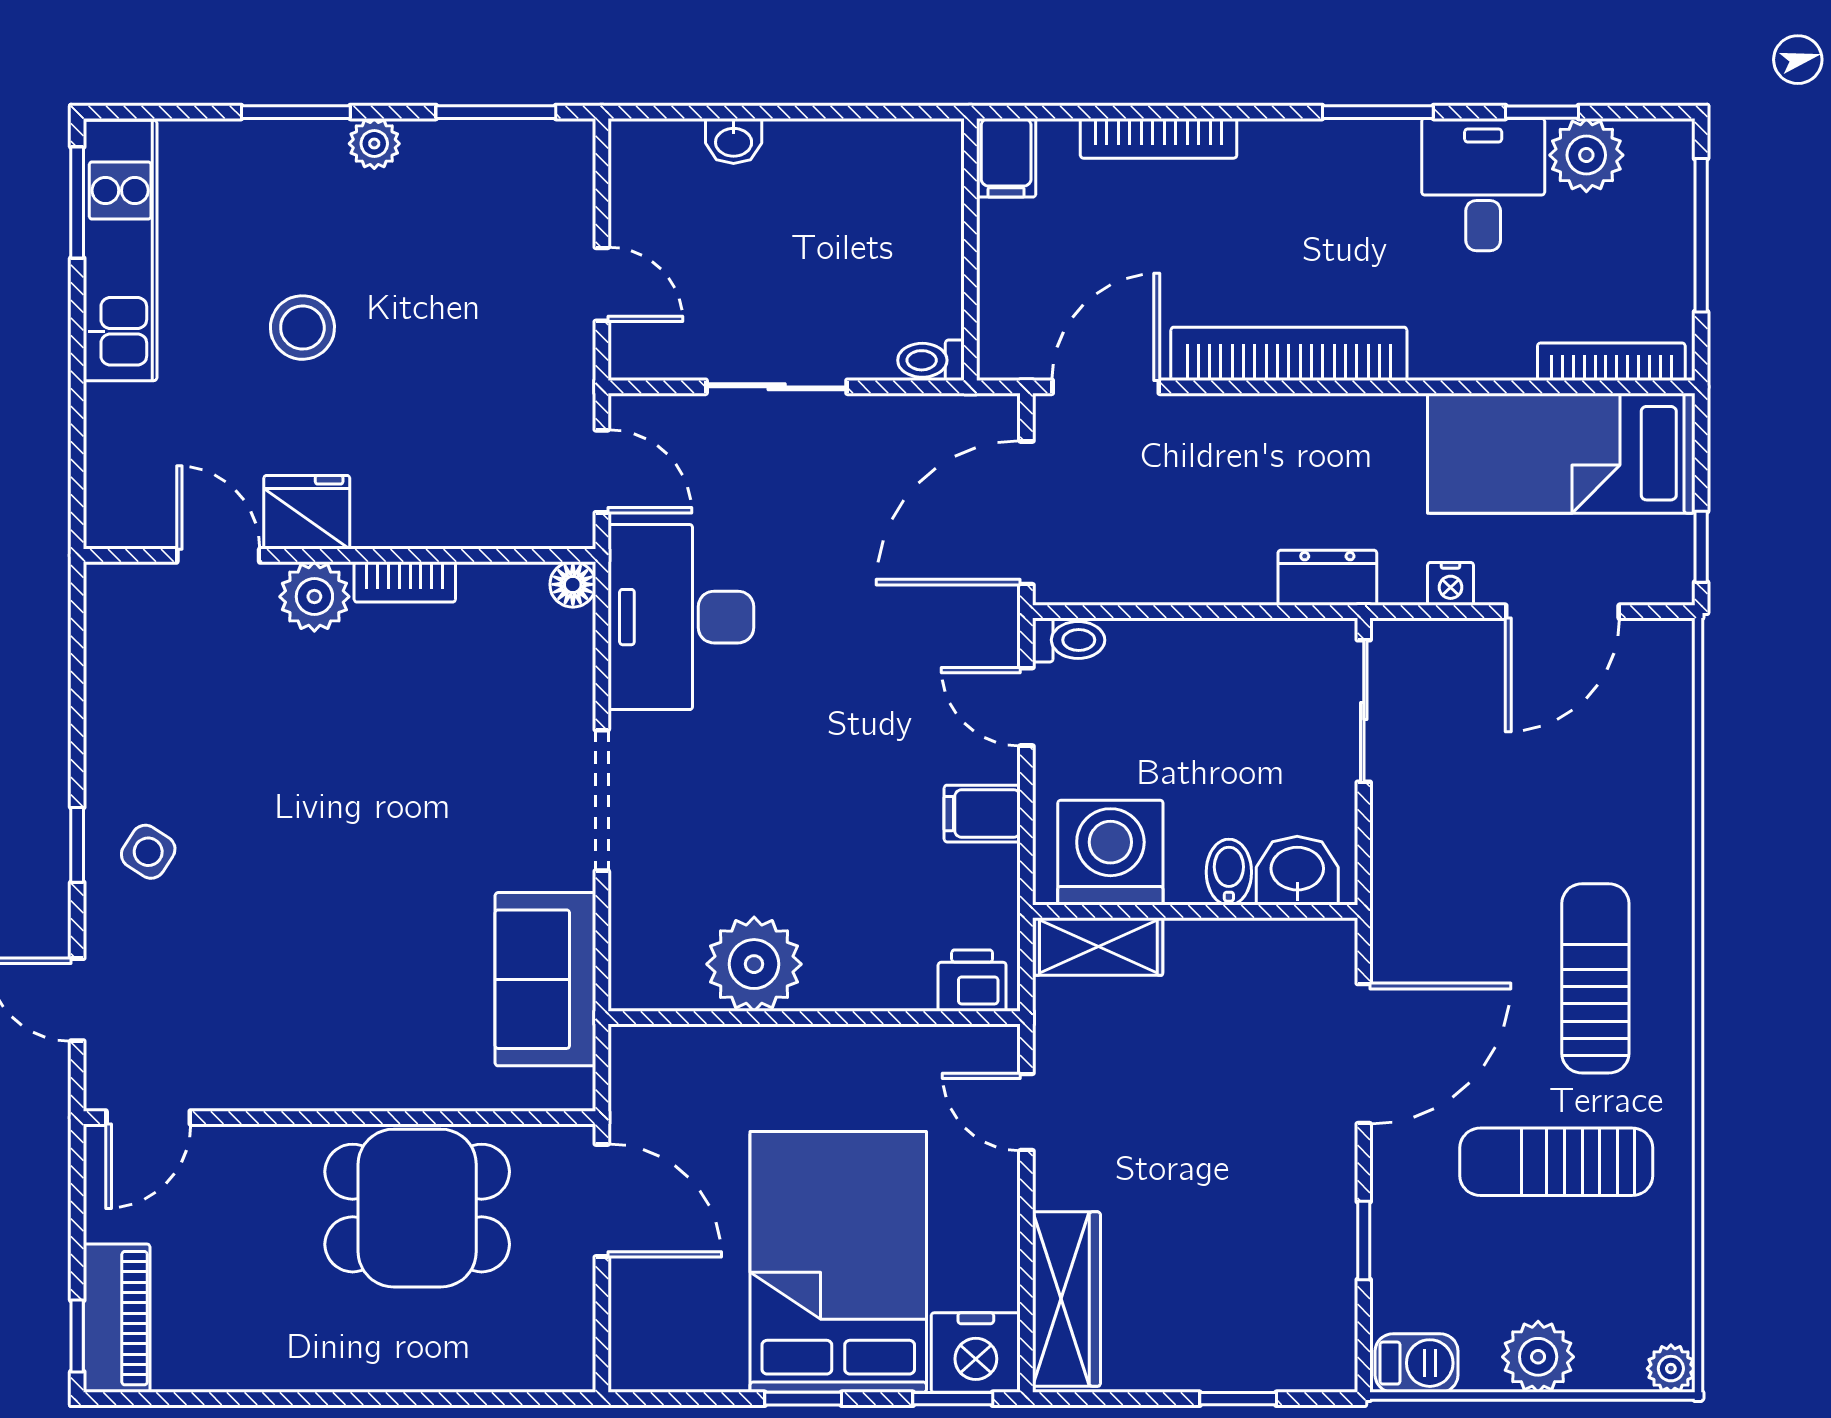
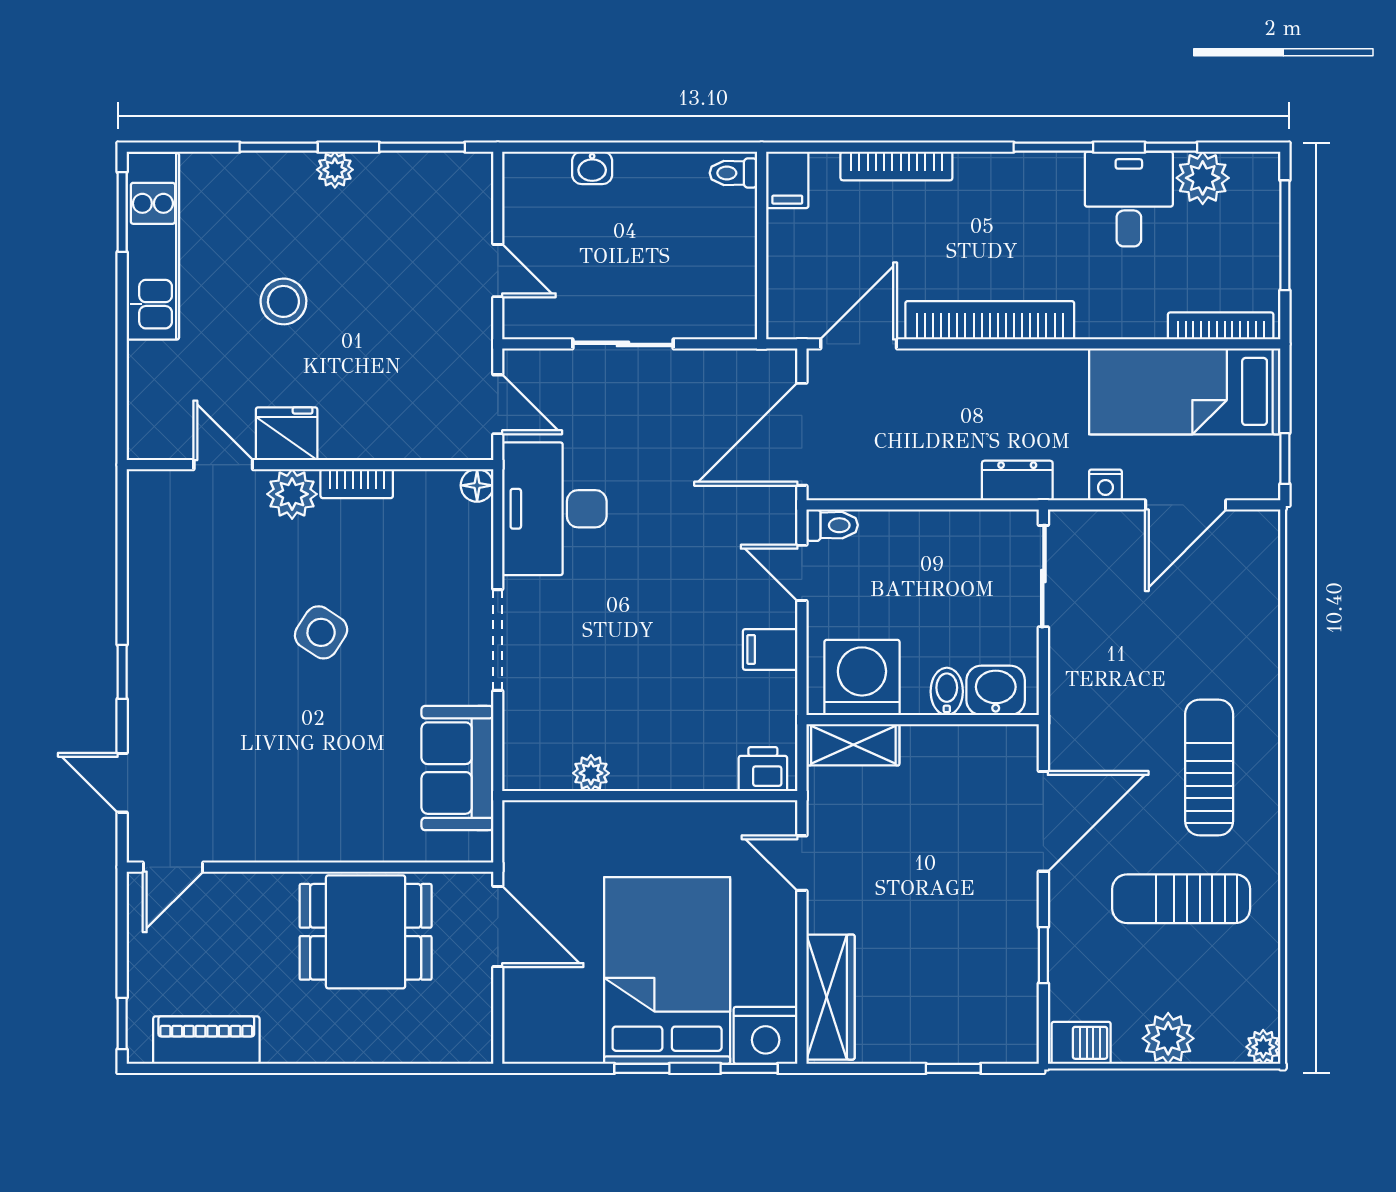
toilet: (931, 360) -> (733, 173), moved
side table: (148, 852) -> (321, 632), moved, width x1.37, depth x1.37
plant: (754, 964) -> (591, 773), width x0.53, depth x0.53
piano: (117, 1318) -> (206, 1040), moved, turned -90

